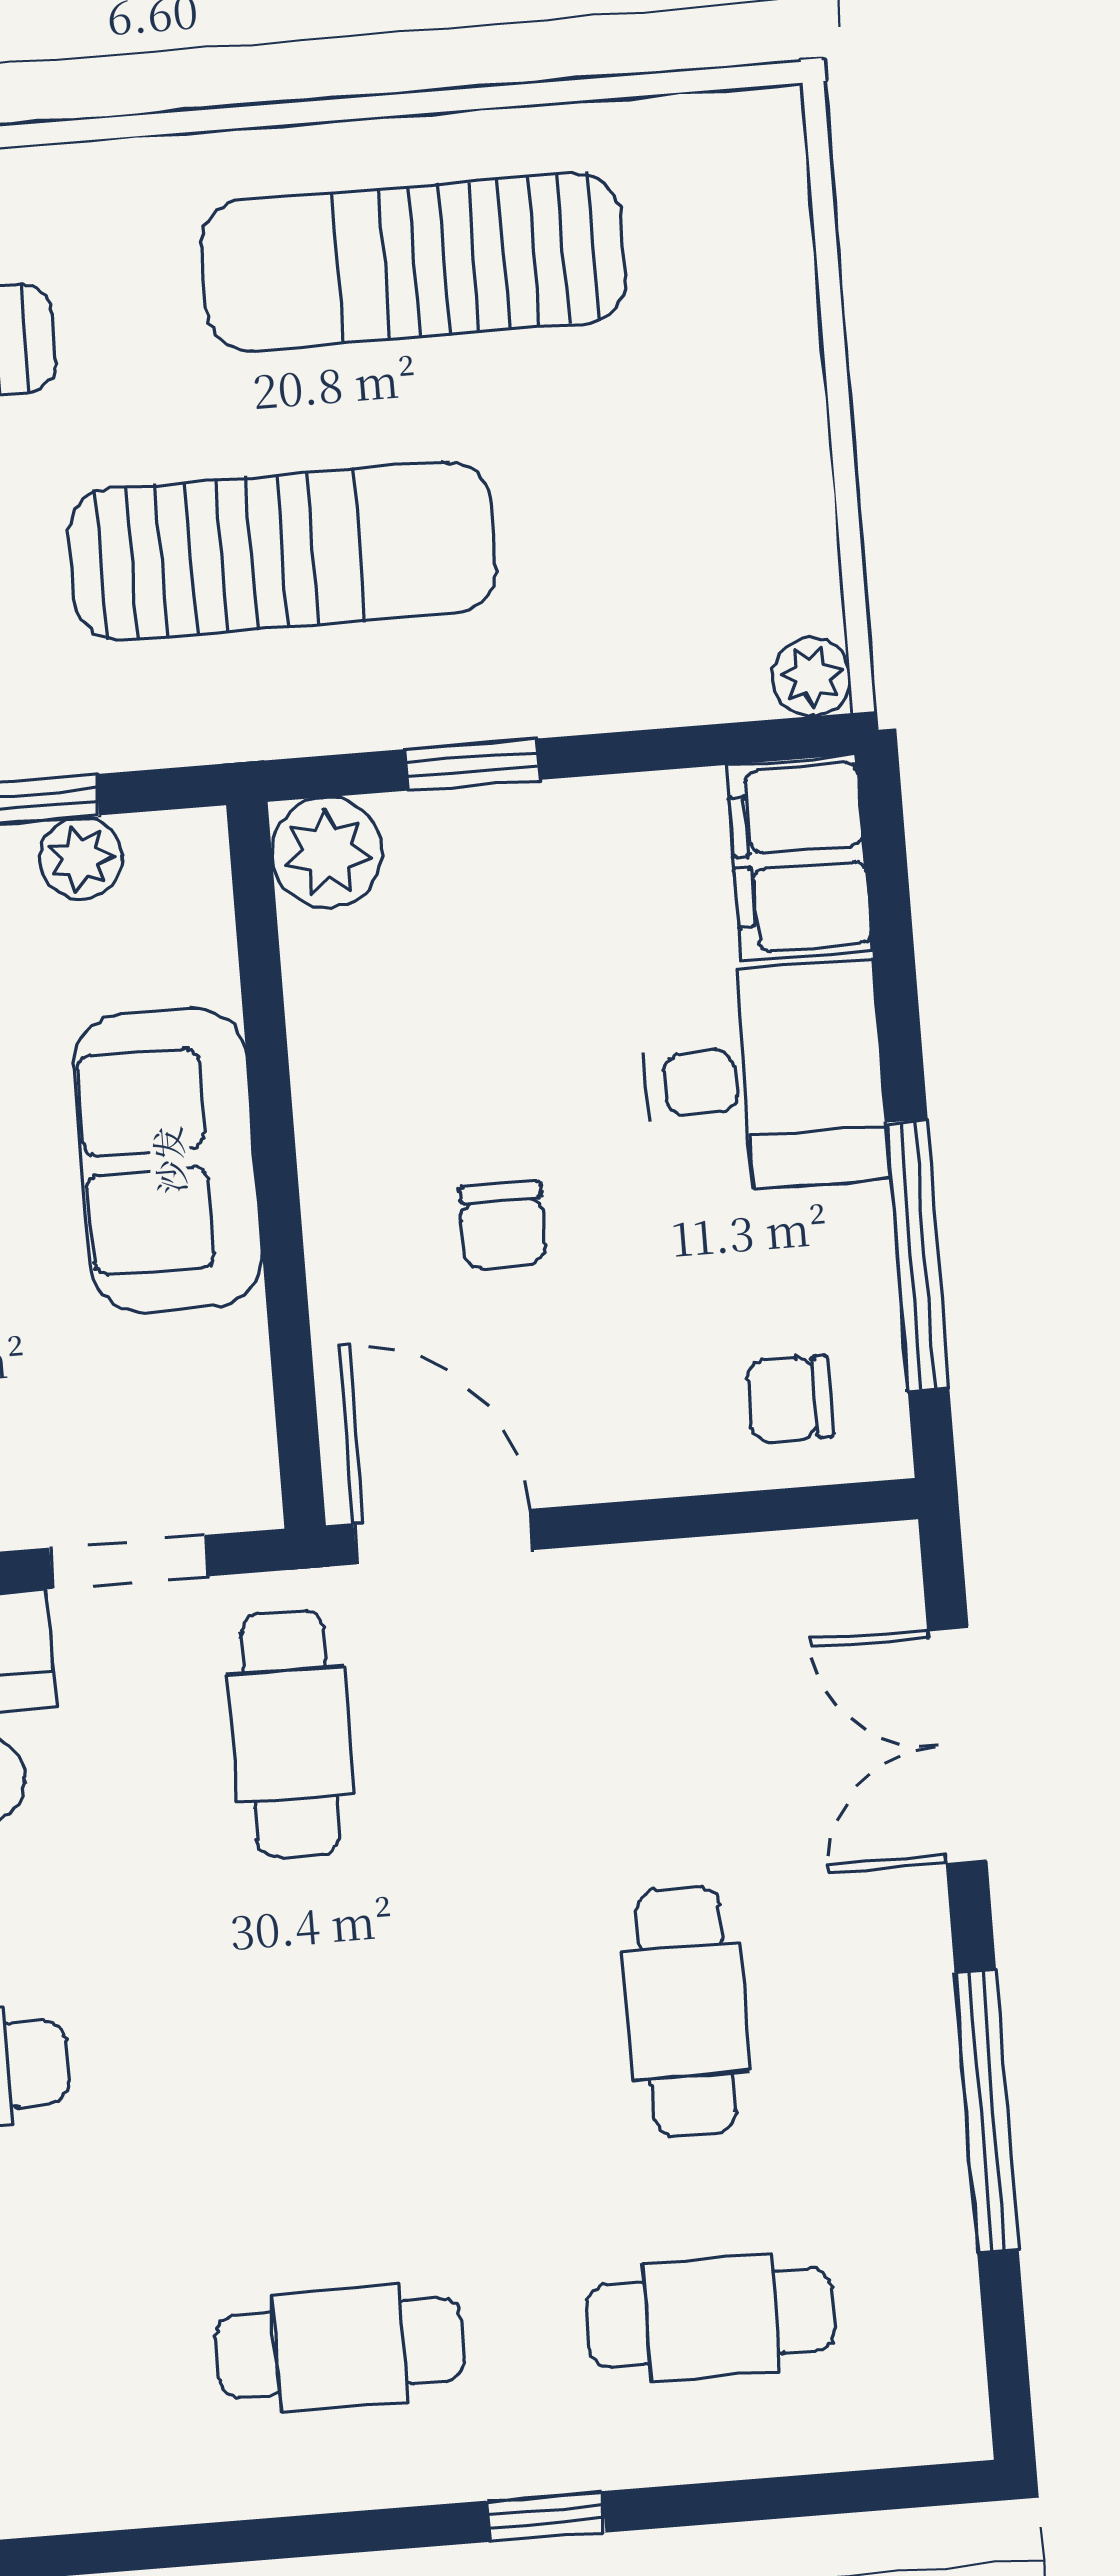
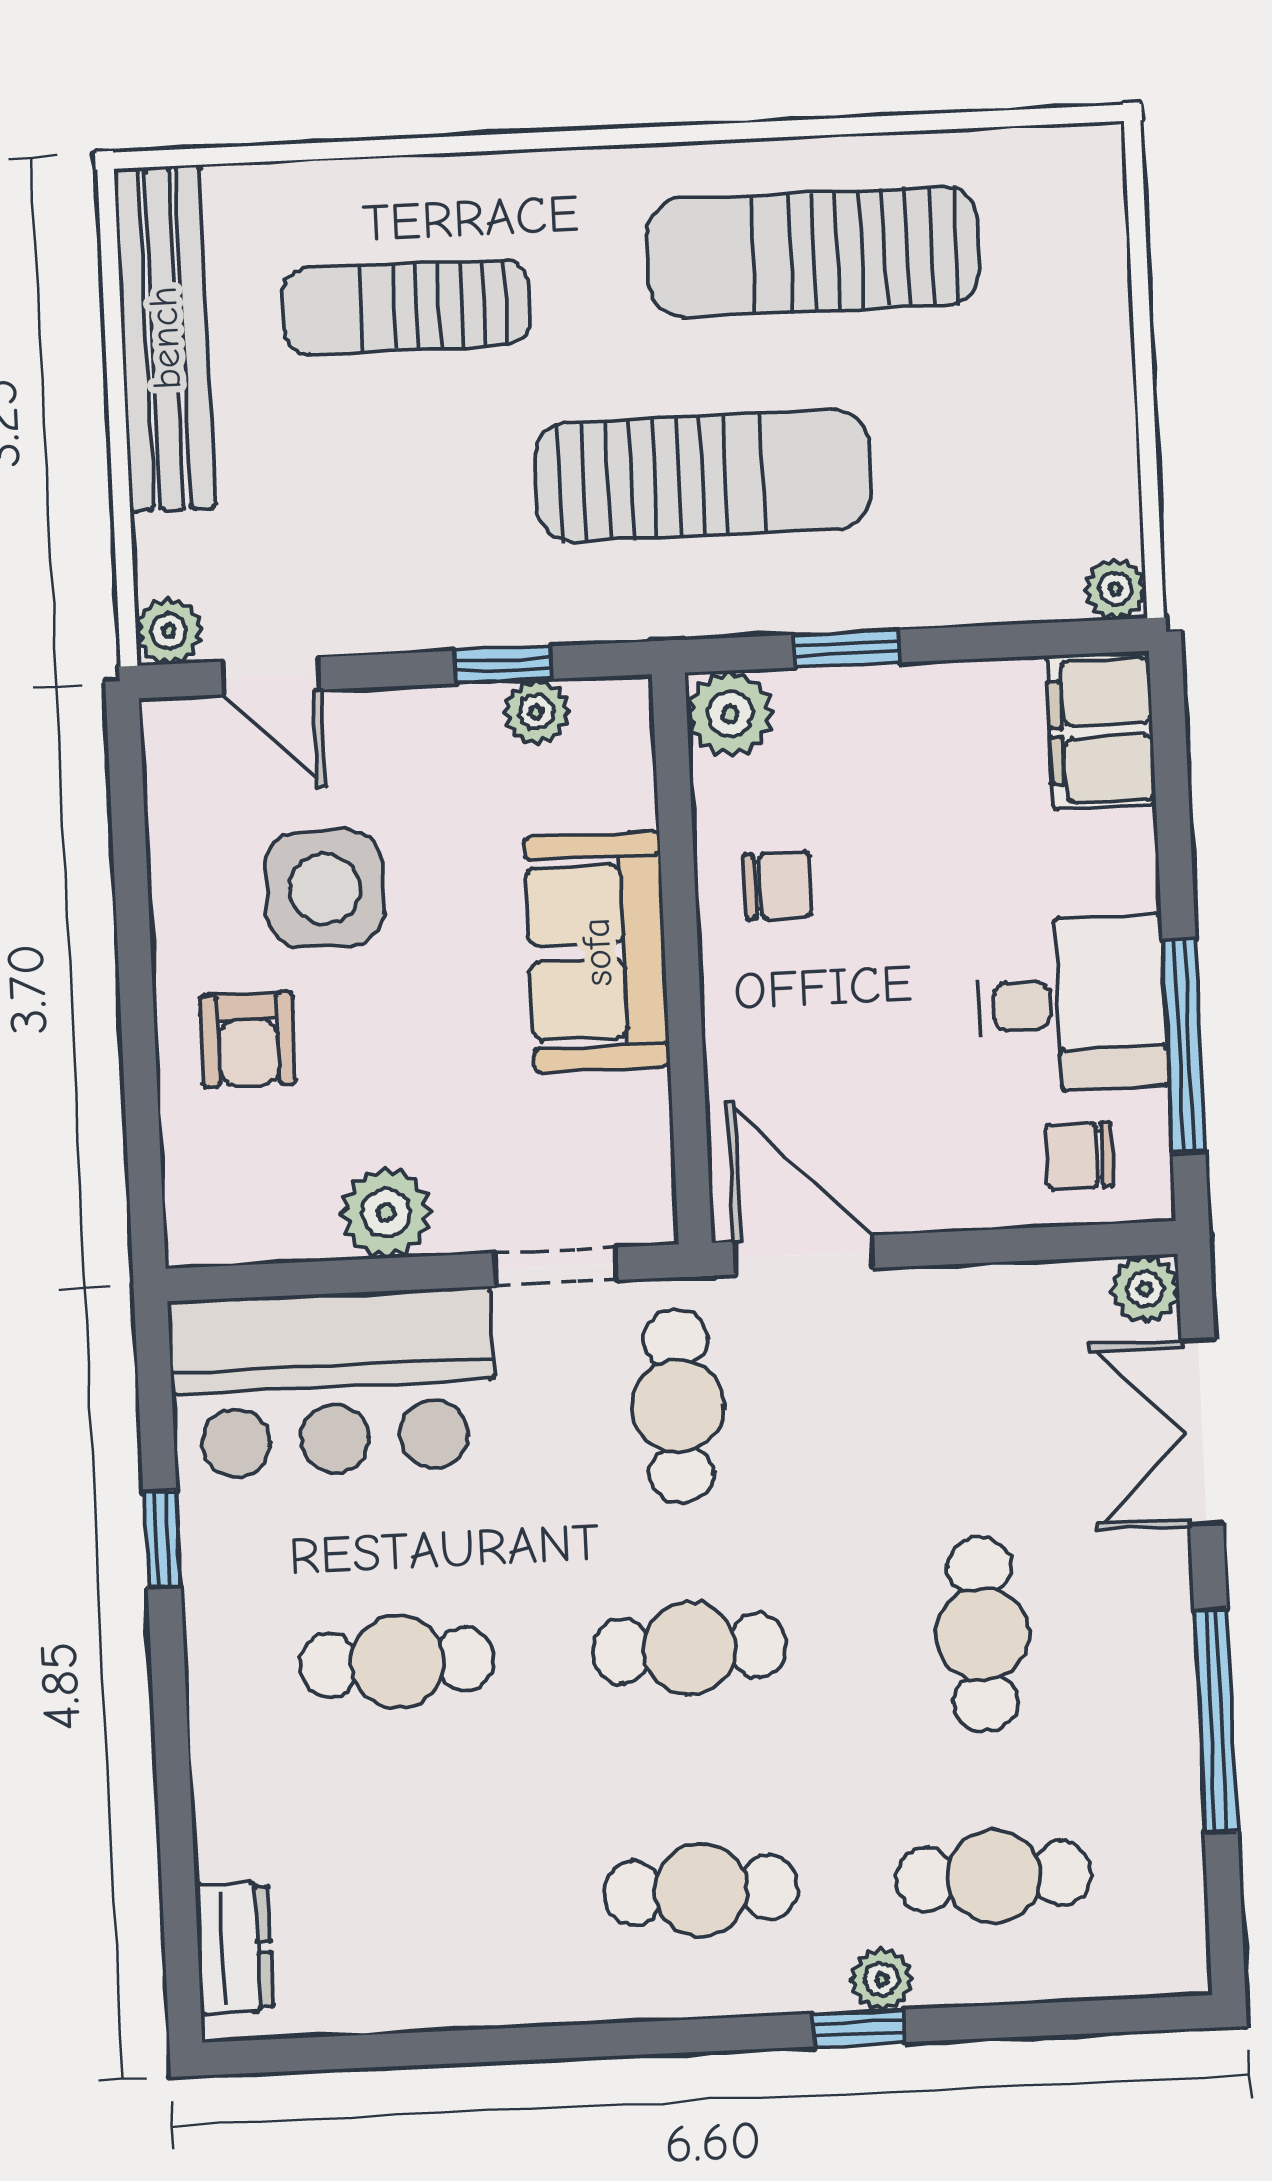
desk: (764, 1078) -> (1072, 1004), moved
chair: (503, 1225) -> (777, 886), moved, turned -90
plant: (879, 1566) -> (1145, 1289), added
cafe table: (315, 2041) -> (690, 1648), added
plant: (573, 2454) -> (881, 1979), added

